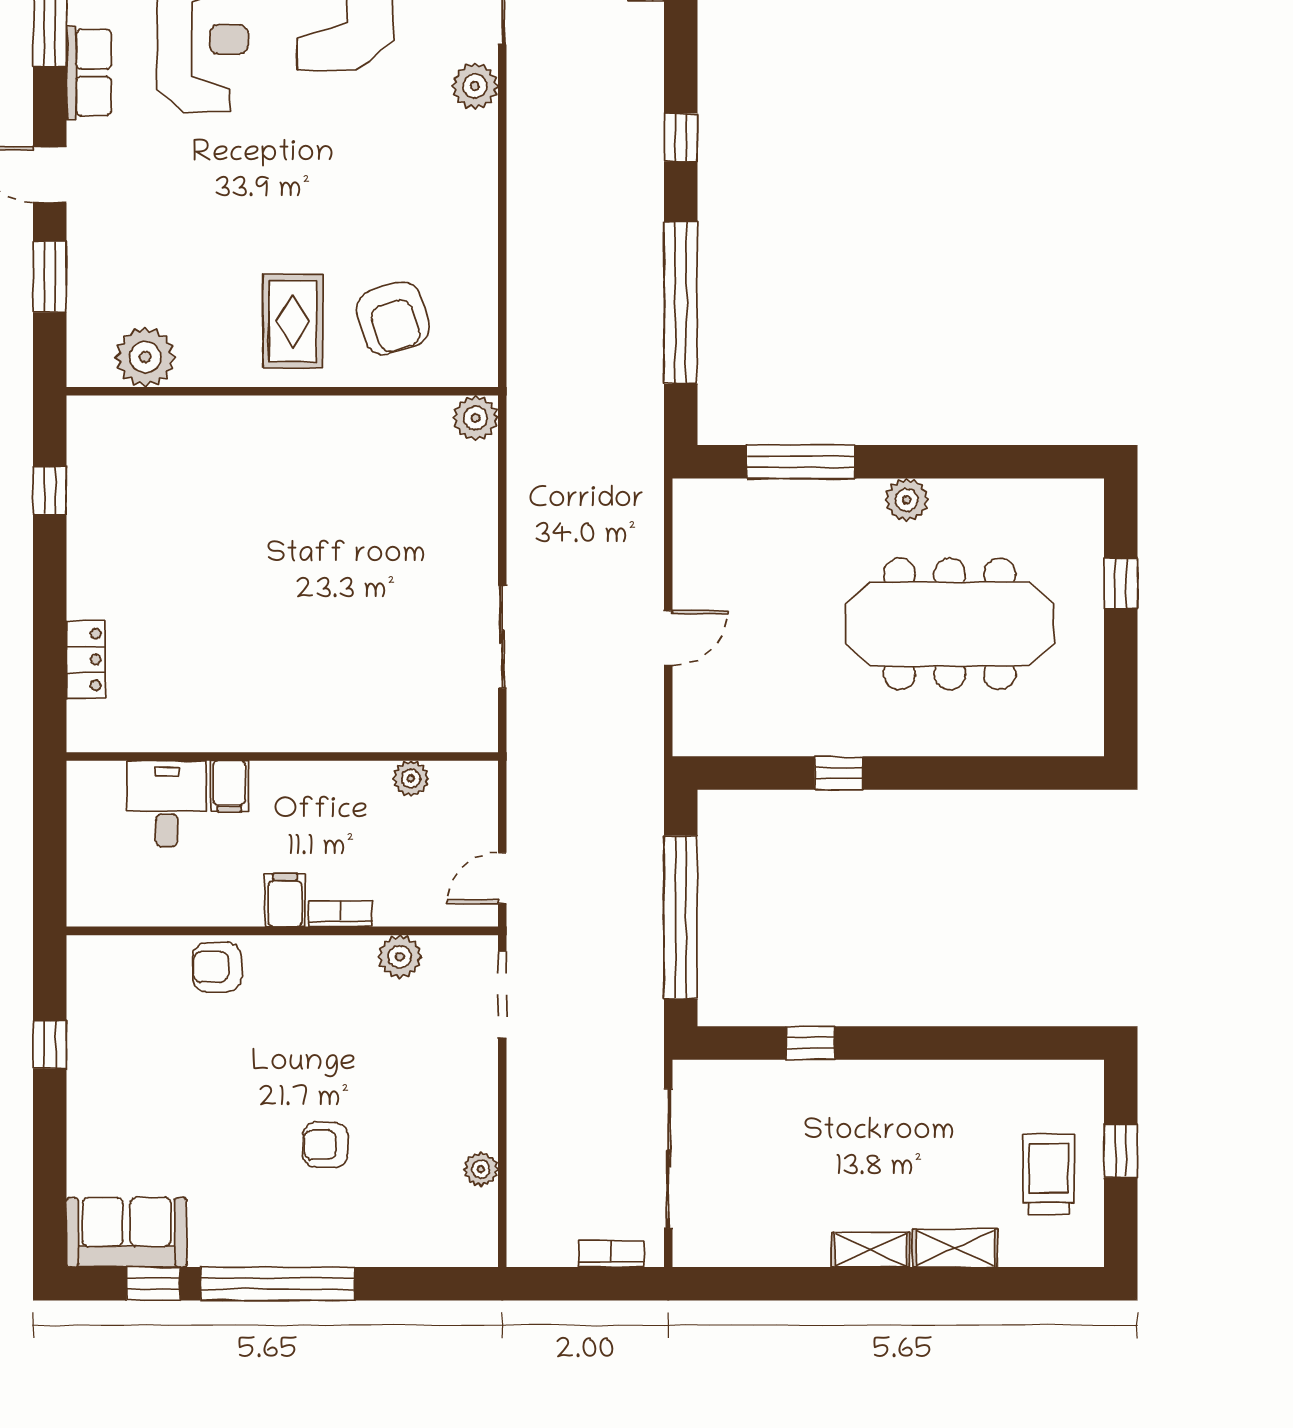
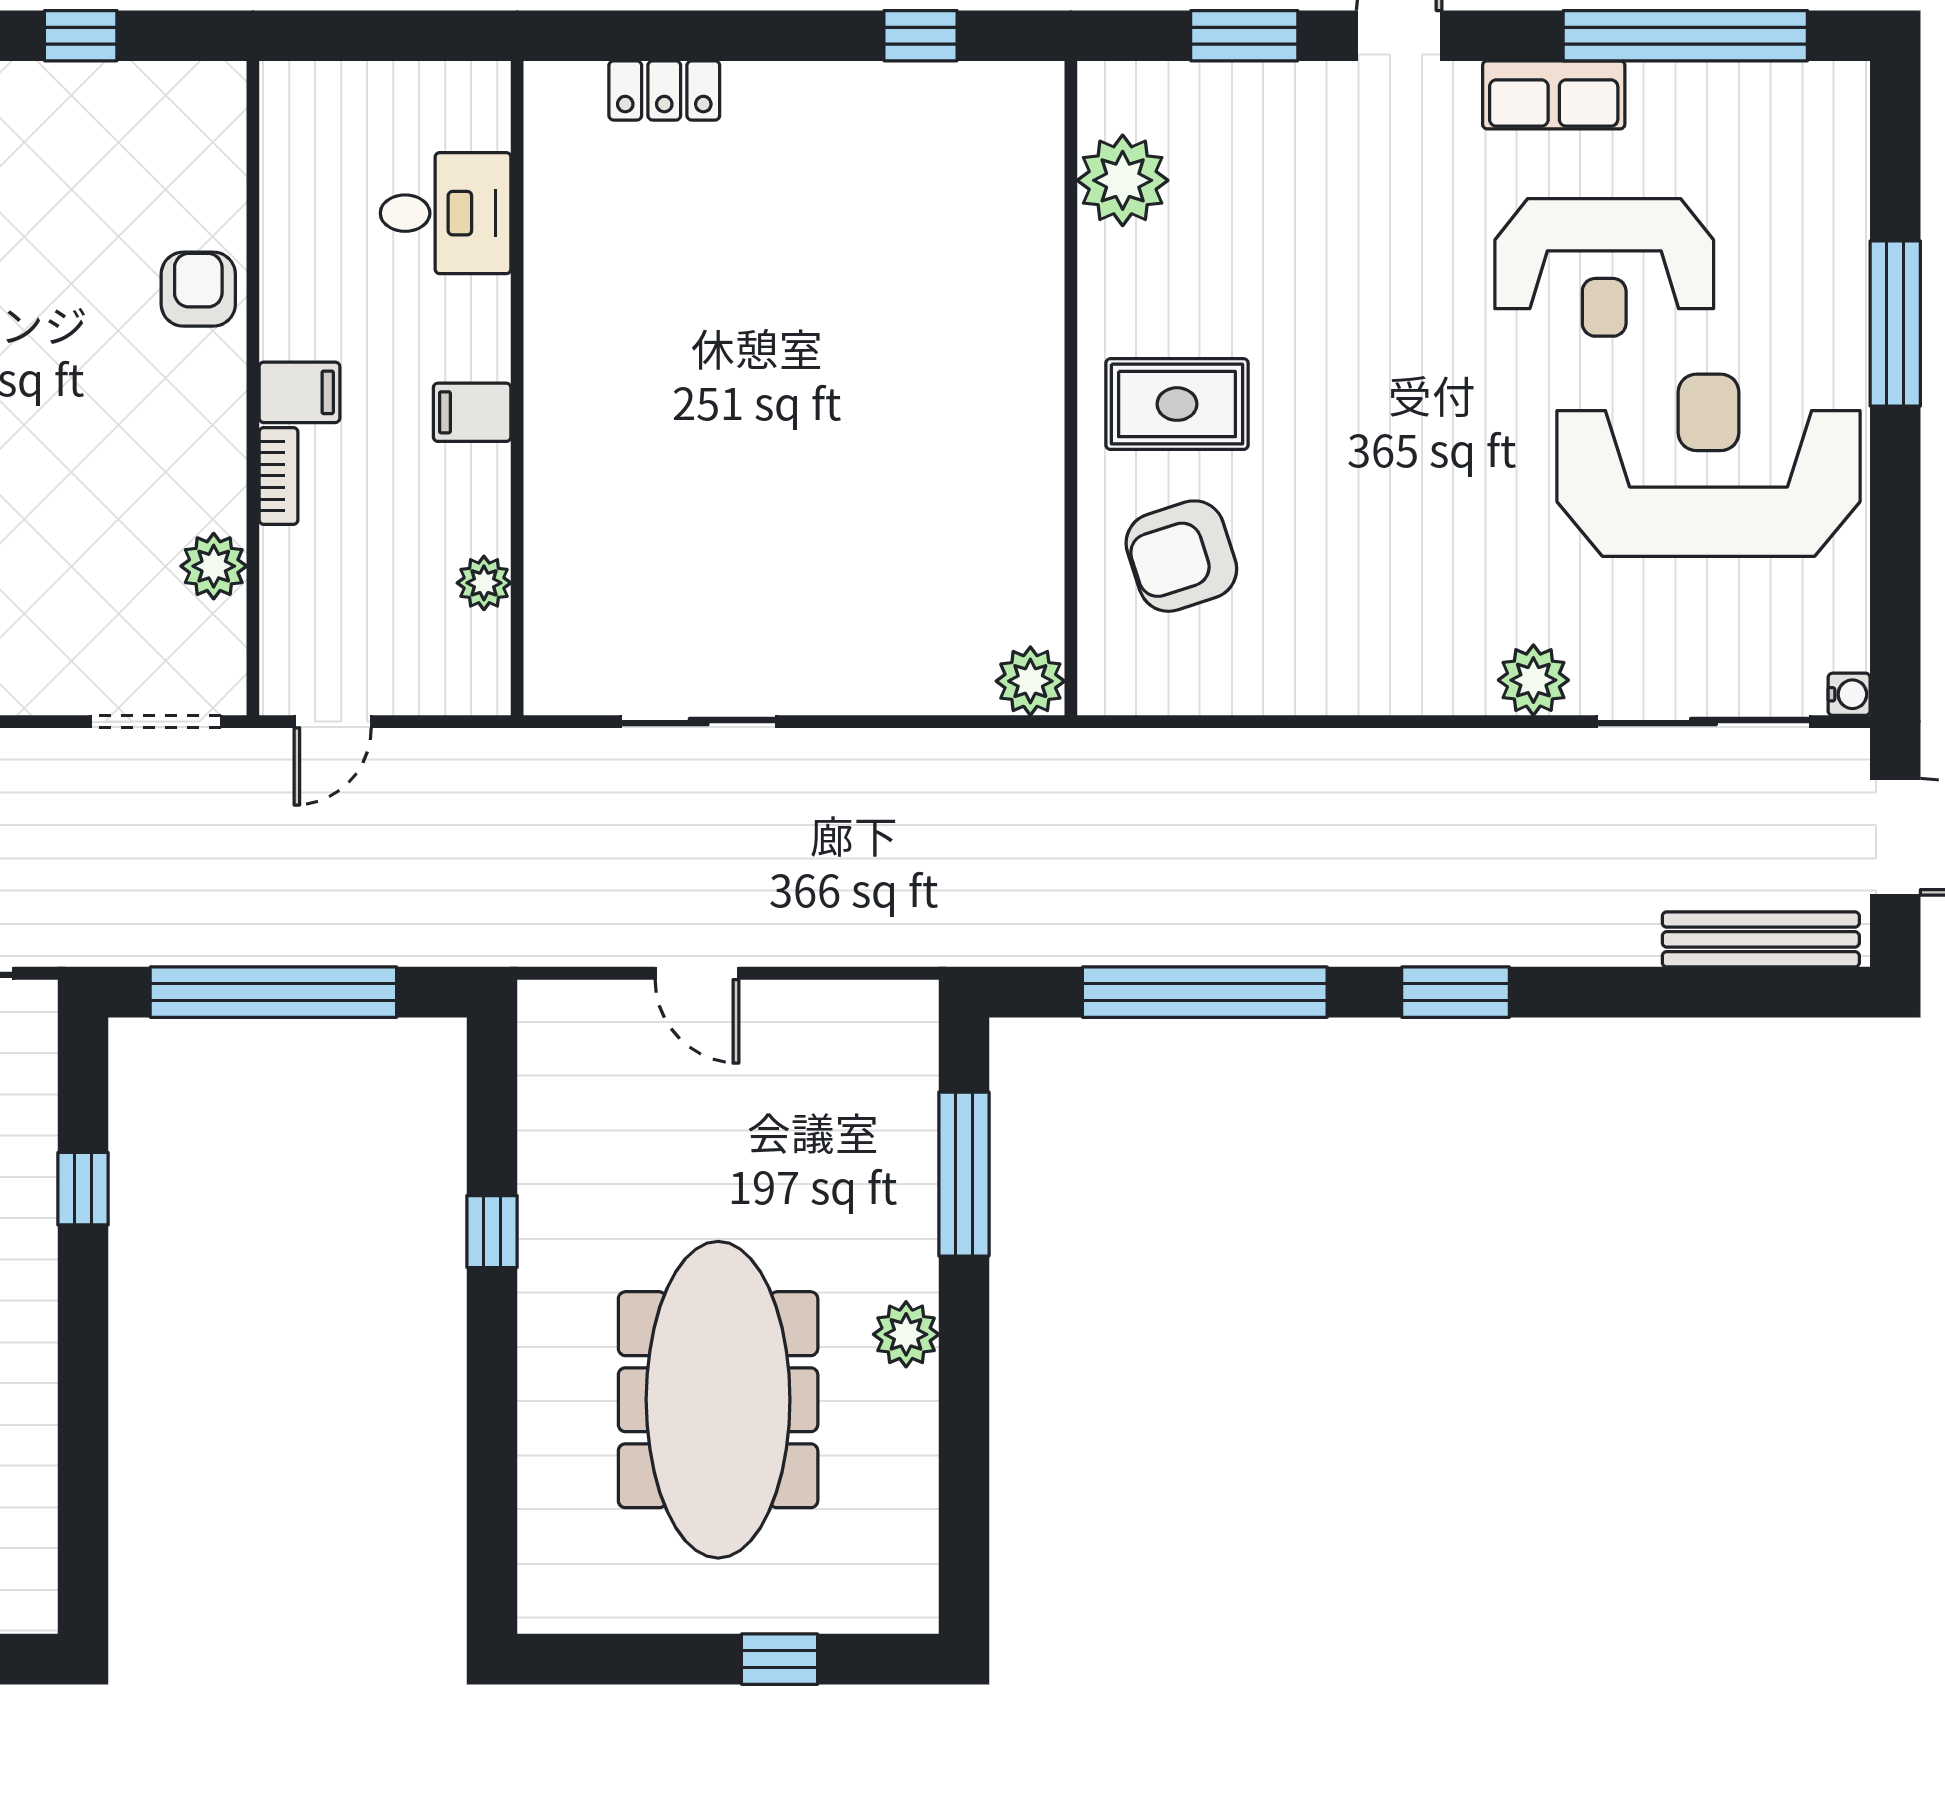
window: (681, 137) -> (1456, 992), width x1.50
filing cabinet: (229, 786) -> (472, 412), moved
door: (502, 878) -> (333, 722), swing flipped

